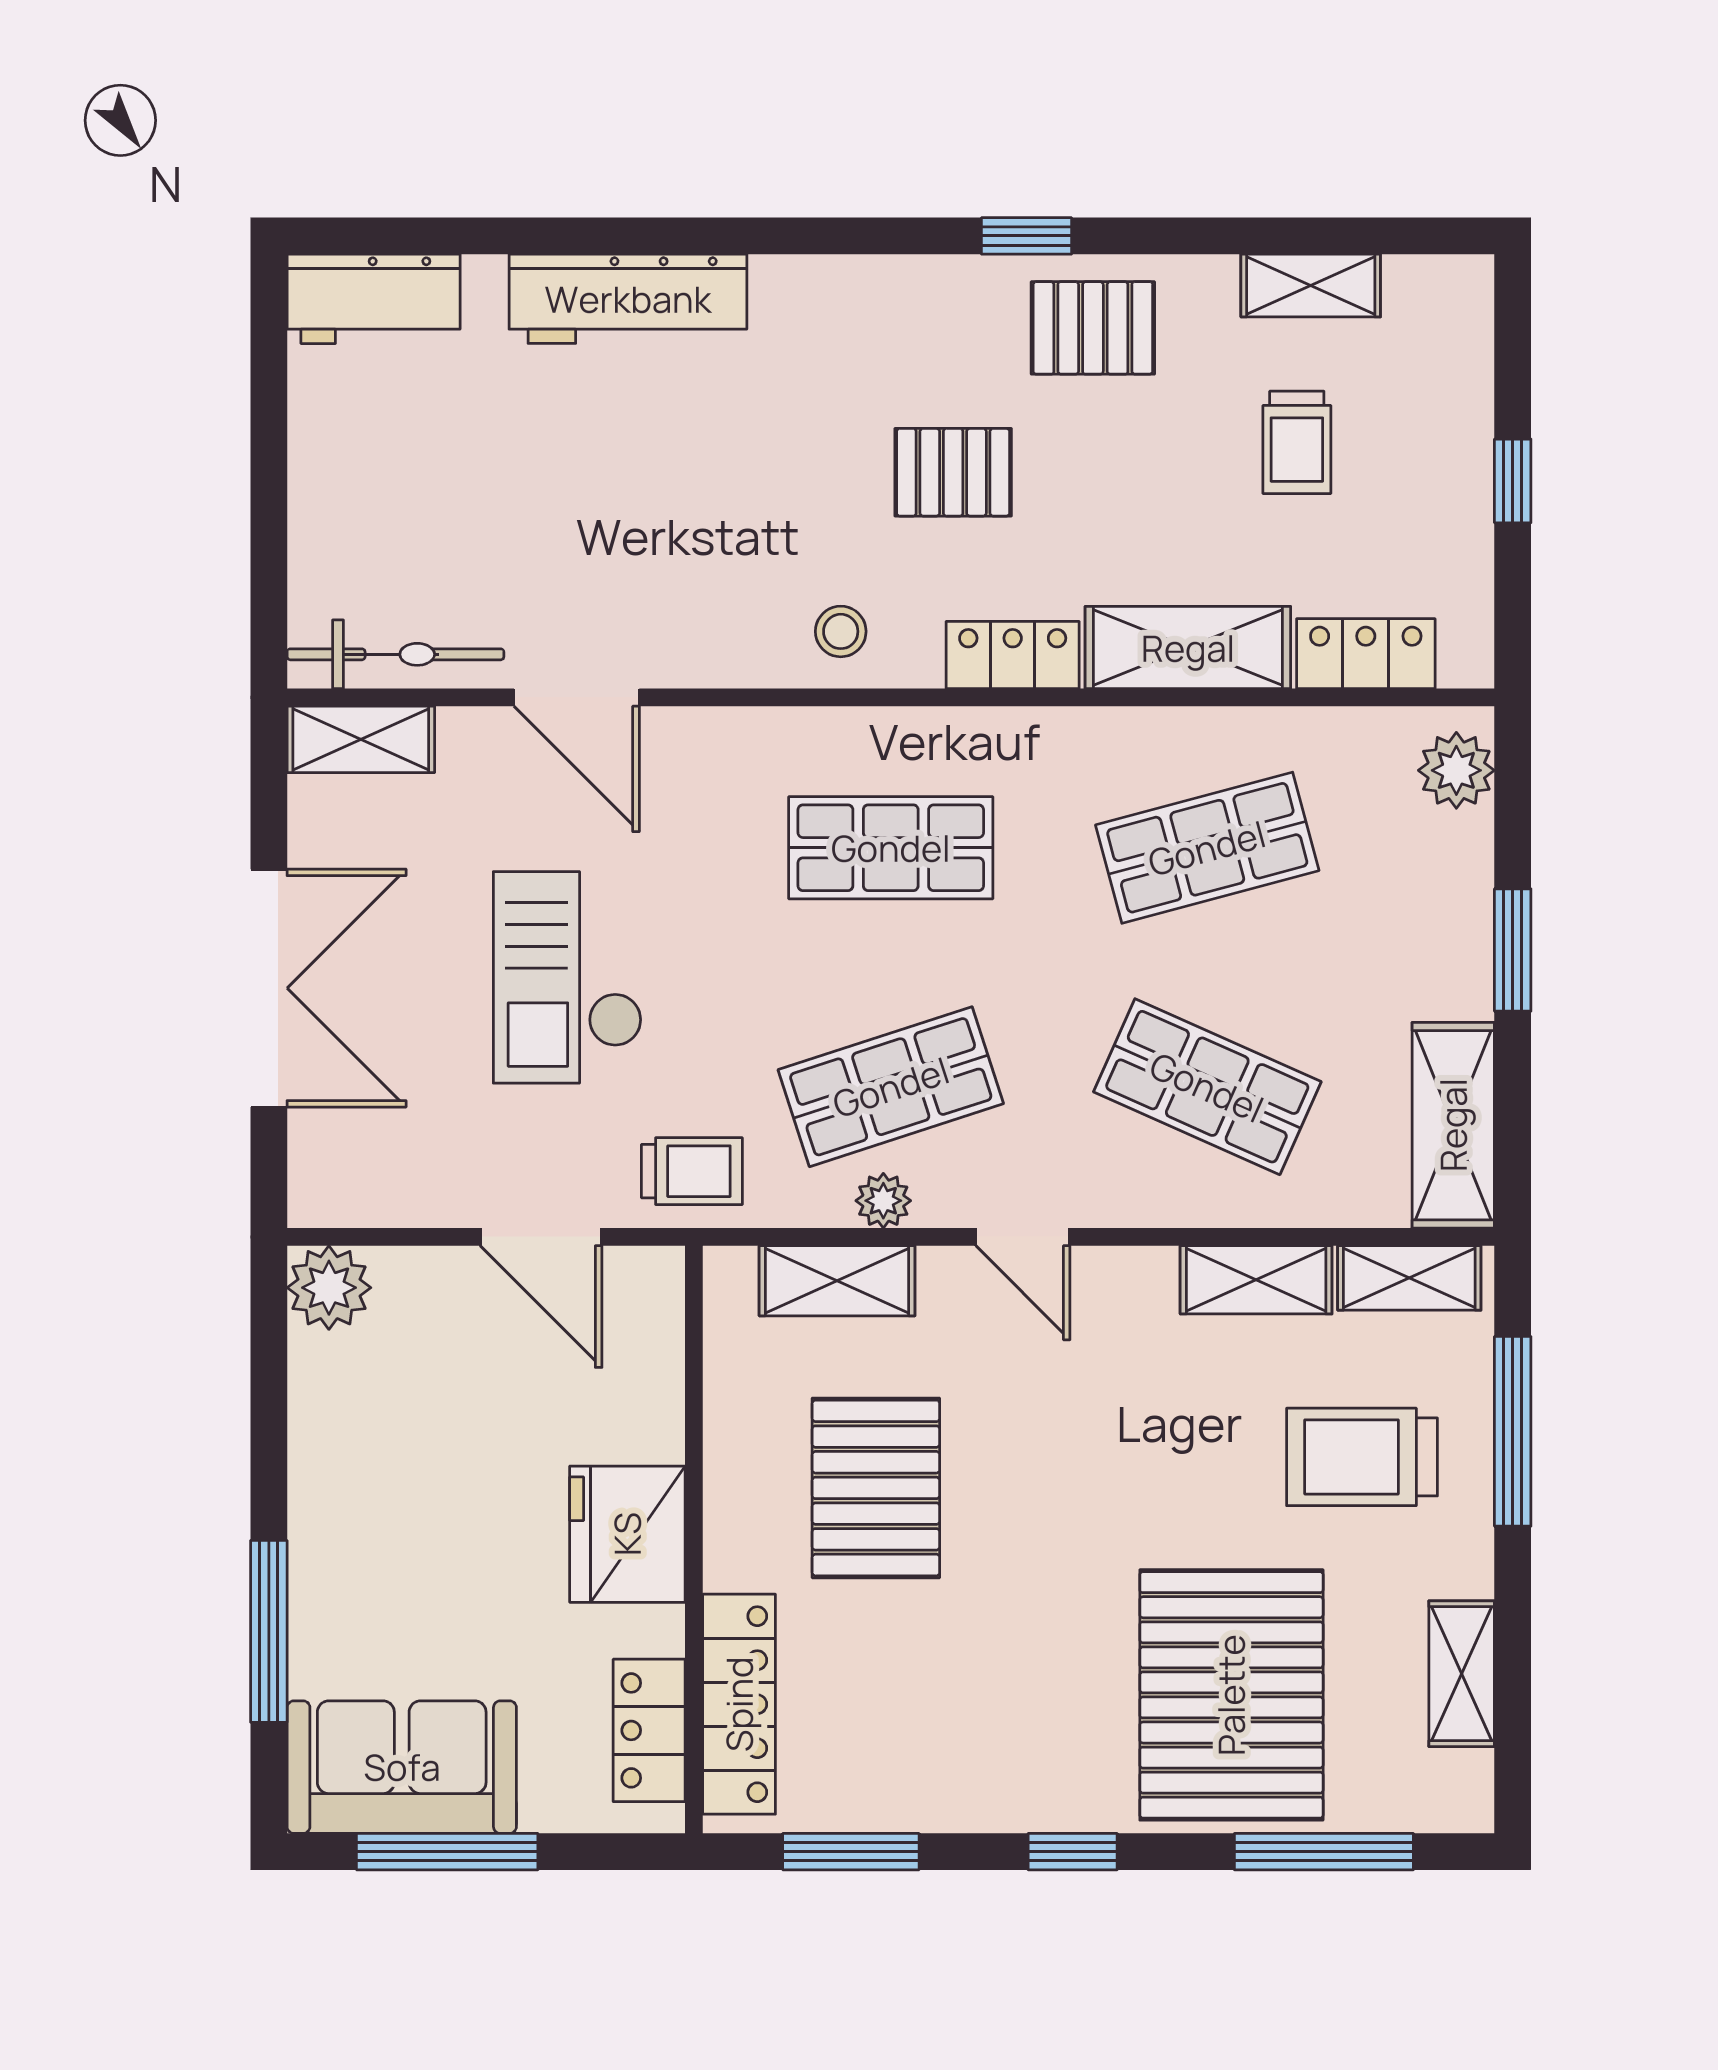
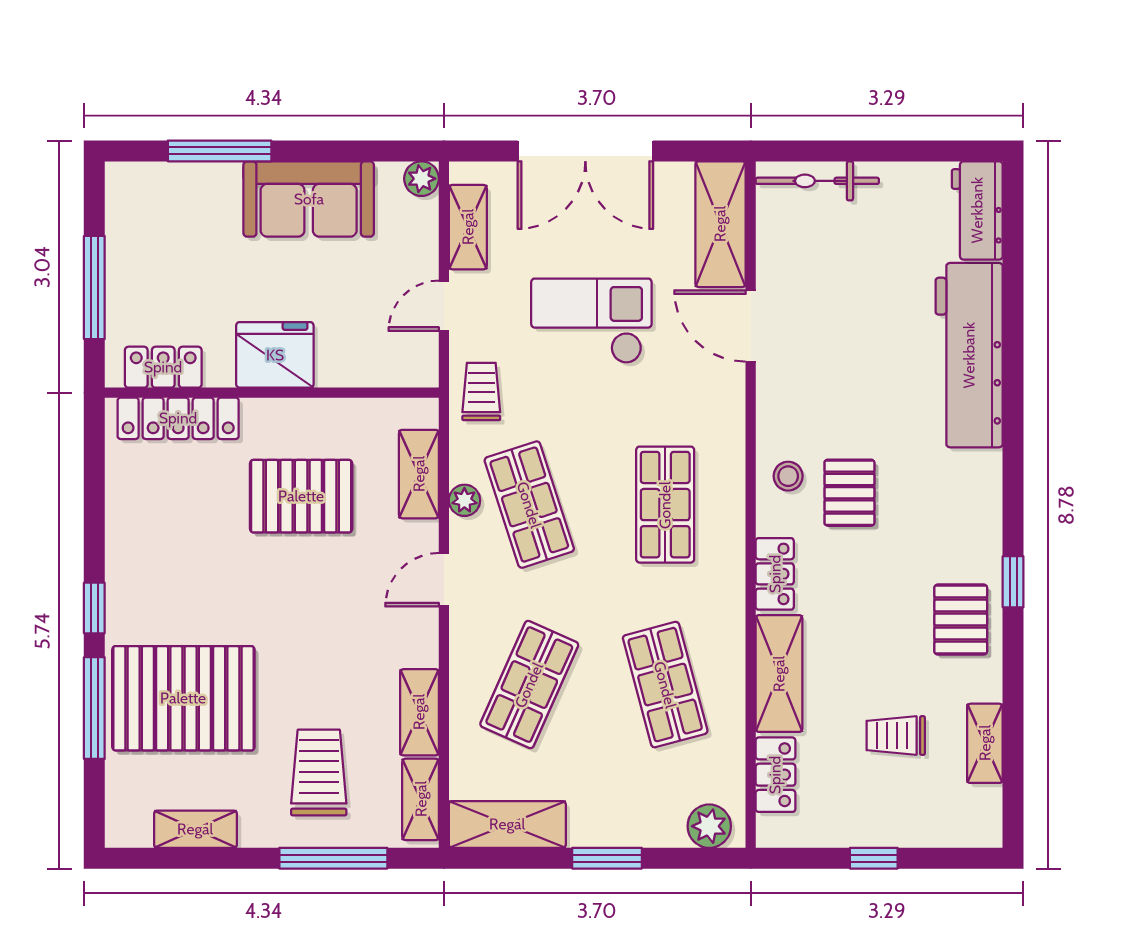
workbench: (628, 299) -> (969, 355), width x1.36, depth x1.32
pallet: (953, 472) -> (849, 493), moved
bicycle: (395, 654) -> (817, 181), moved, turned 90
door: (577, 697) -> (751, 326), hinge flipped
shelving: (361, 739) -> (720, 224), width x1.50, depth x1.33
trolley: (692, 1171) -> (481, 391), turned 180
shelving: (403, 1195) -> (468, 227), added
door: (541, 1237) -> (444, 306), width x0.73
plant: (329, 1288) -> (421, 179), width x0.73, depth x0.73
sofa: (402, 1767) -> (309, 199), moved, turned 90
window: (447, 1852) -> (94, 288), moved
window: (851, 1852) -> (94, 482), removed
window: (1324, 1852) -> (94, 708), moved

